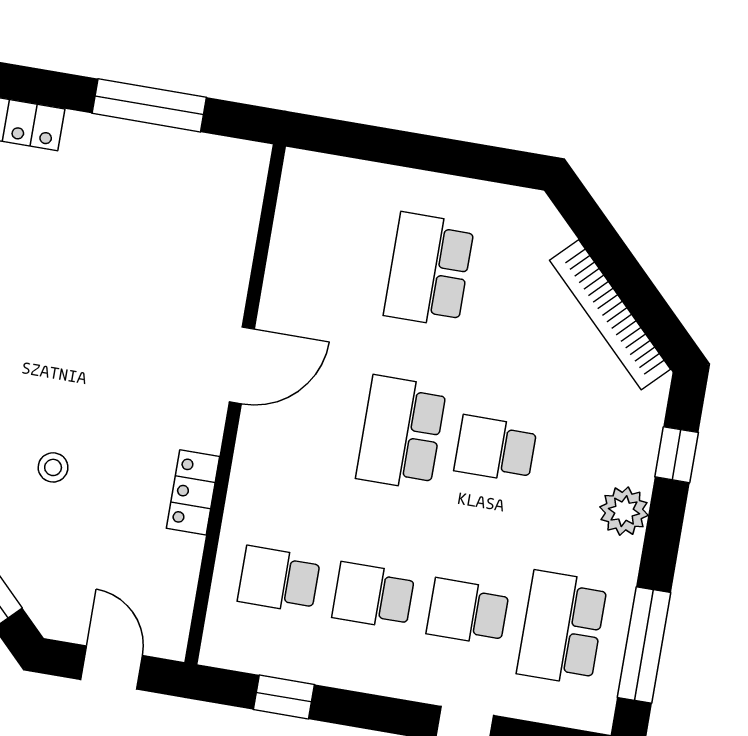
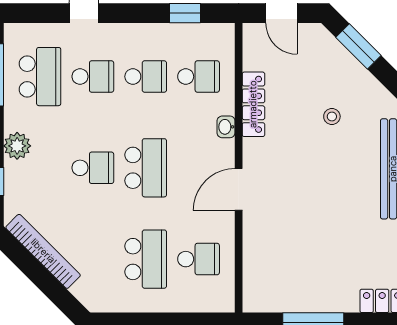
school desk: (335, 254) -> (199, 259), added
washbasin: (245, 481) -> (226, 127), added
locker: (193, 492) -> (253, 104), width x1.53

